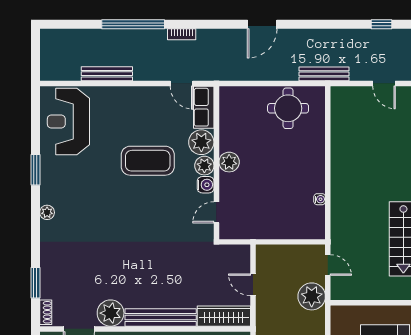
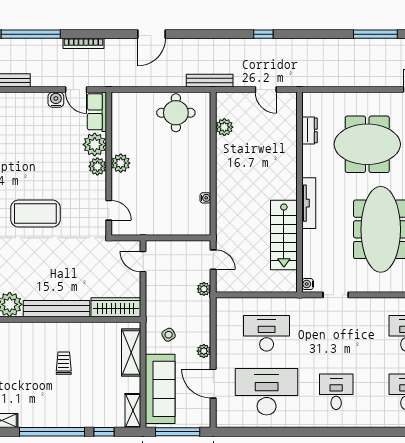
bookcase: (182, 34) -> (84, 43), width x1.56
plant: (340, 124) -> (224, 127), added
coffee table: (148, 161) -> (35, 214), moved
water cooler: (206, 185) -> (56, 100), moved, turned -90
door: (216, 212) -> (109, 210), swing flipped
door: (253, 285) -> (143, 262), moved
plant: (312, 296) -> (204, 289), width x0.53, depth x0.53

